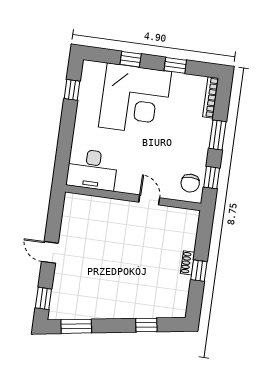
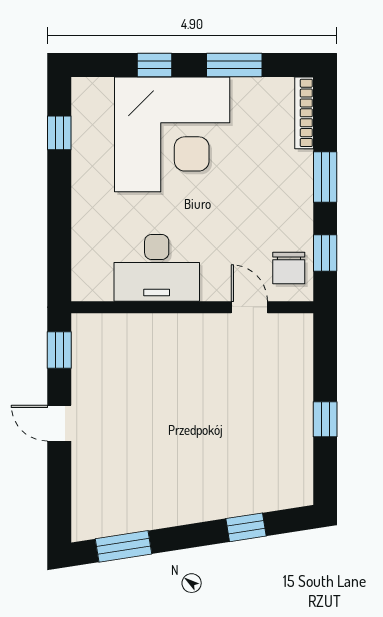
window: (175, 65) -> (234, 65), width x1.50
desk: (92, 170) -> (157, 268), moved
door: (149, 200) -> (249, 307), moved
shoe rack: (188, 263) -> (303, 408), removed
window: (43, 298) -> (59, 350), moved

